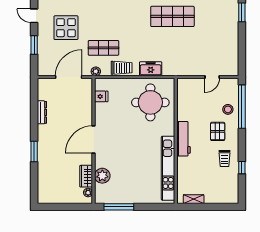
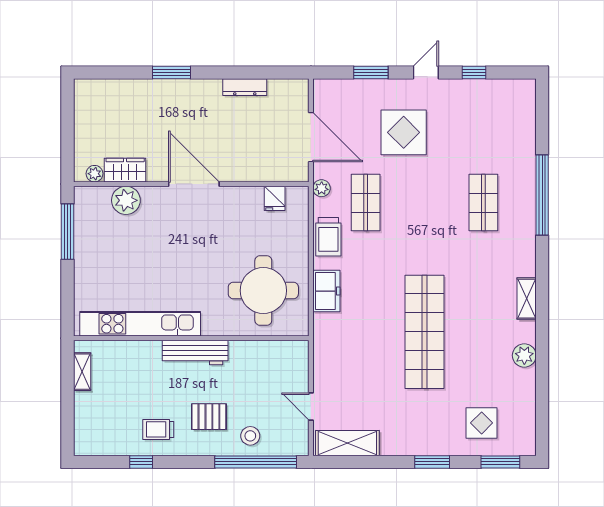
shop shelf: (172, 16) -> (425, 332), width x1.40
shelving: (232, 58) -> (347, 443), added

